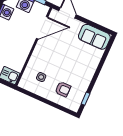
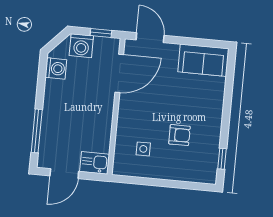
armchair: (63, 89) -> (179, 135), moved

